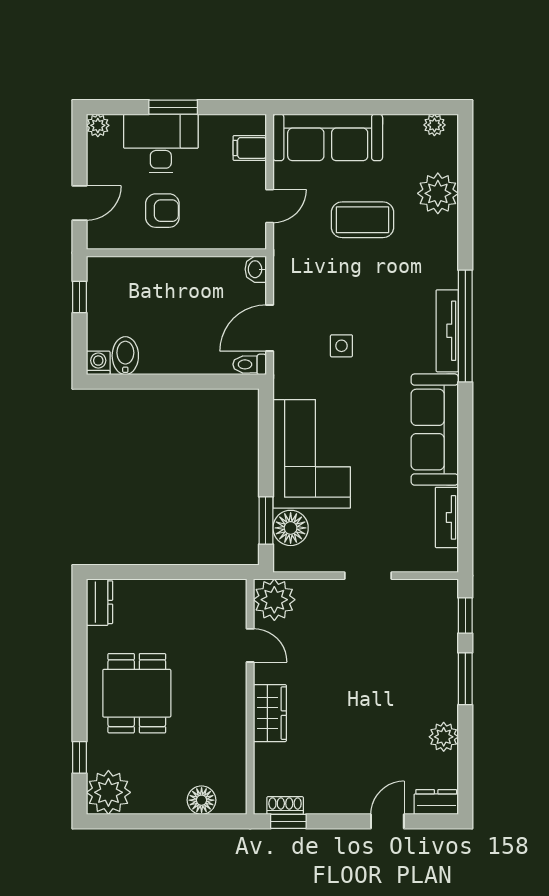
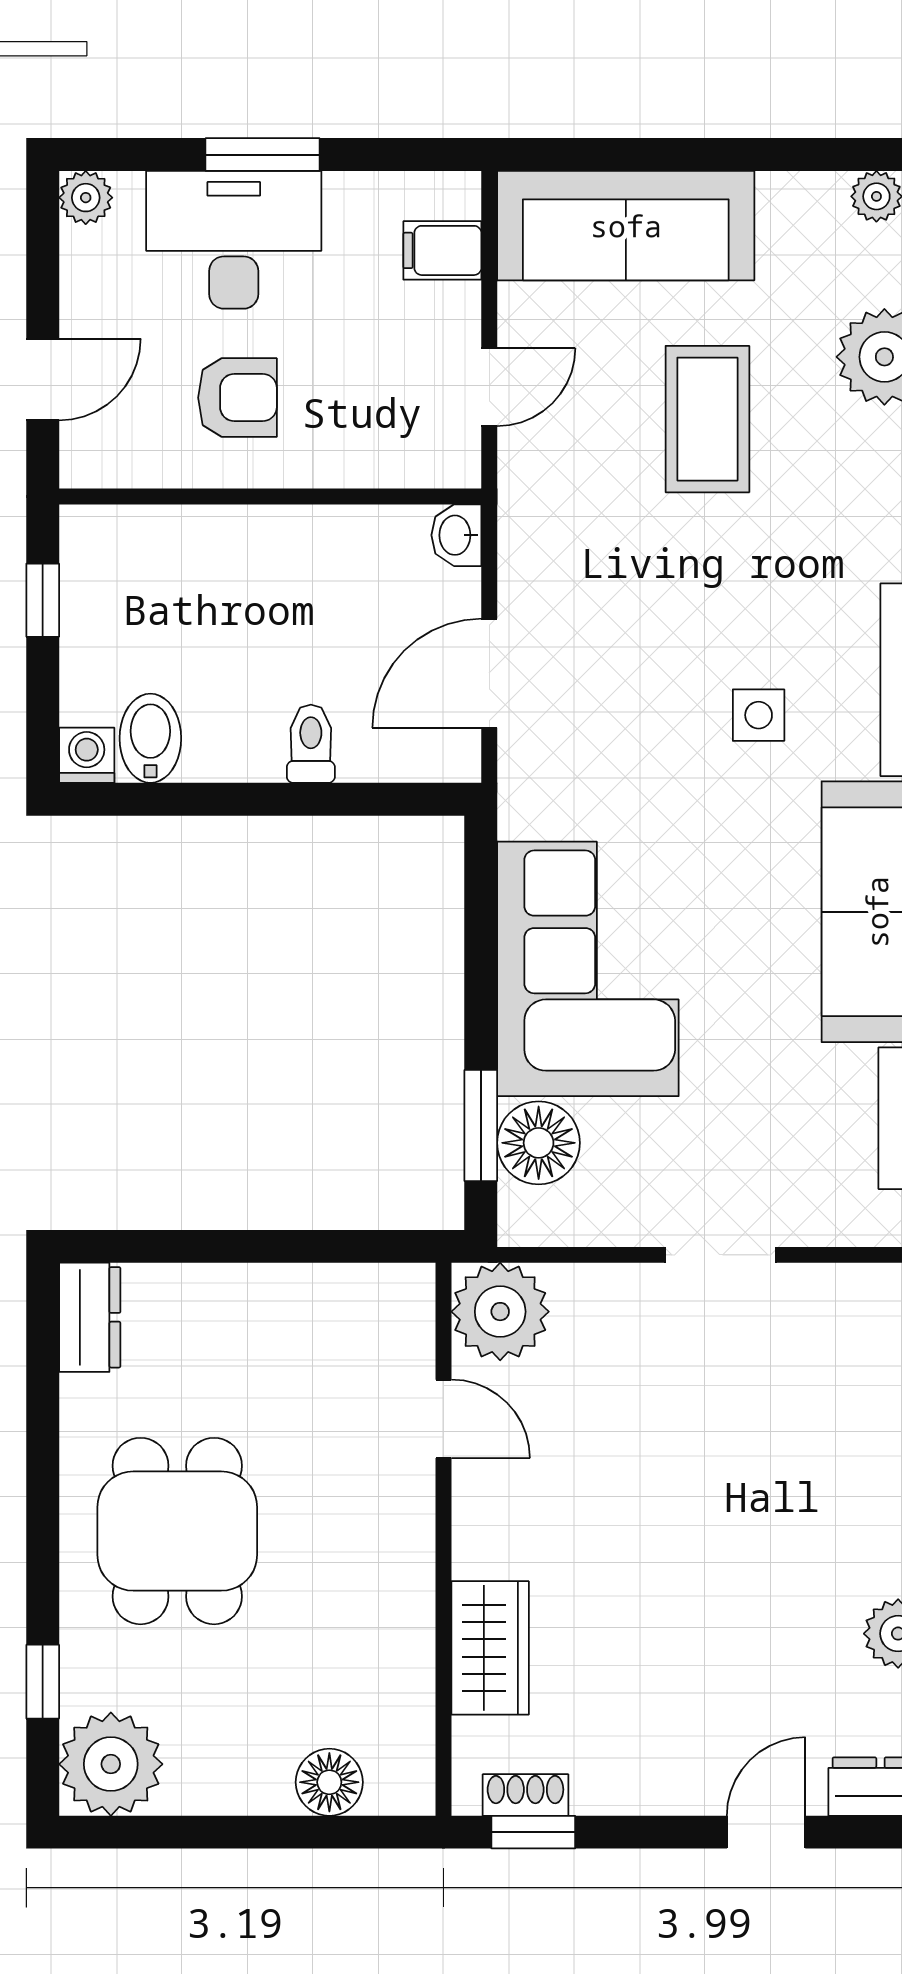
coffee table: (363, 220) -> (707, 419), turned 90
side table: (341, 346) -> (759, 715), moved
toilet: (250, 364) -> (311, 744), moved, turned 90
wardrobe: (270, 713) -> (490, 1648), moved

